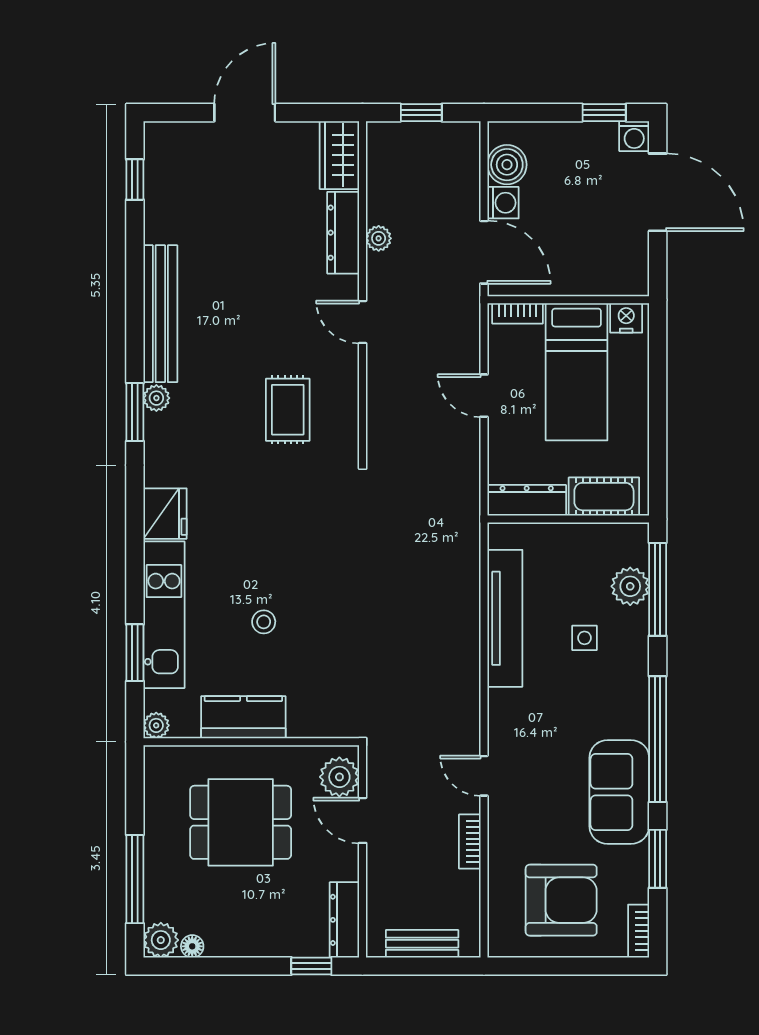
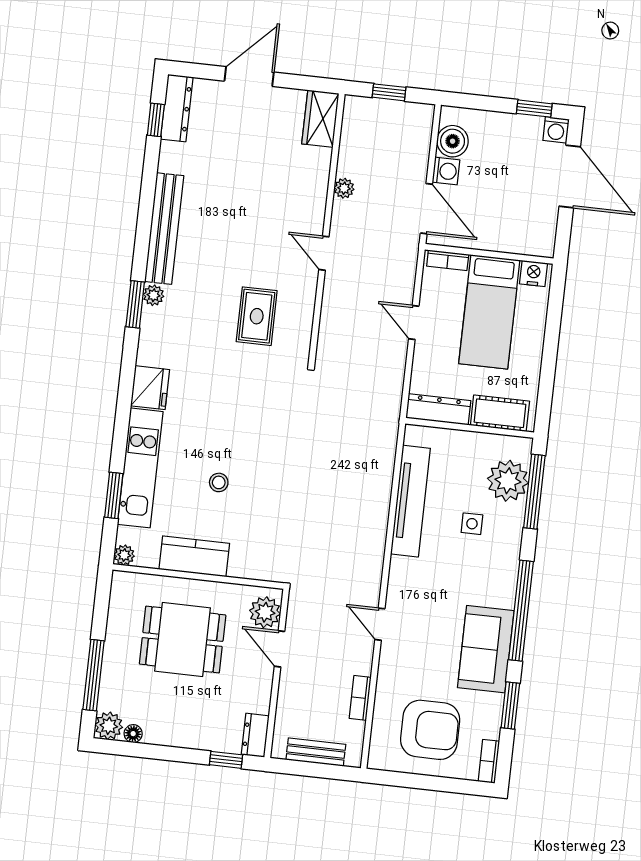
dresser: (343, 233) -> (177, 108), moved, turned 180
plant: (630, 586) -> (508, 481), width x1.36, depth x1.36
bookcase: (470, 842) -> (360, 698), moved
dresser: (344, 920) -> (255, 735), width x0.70

